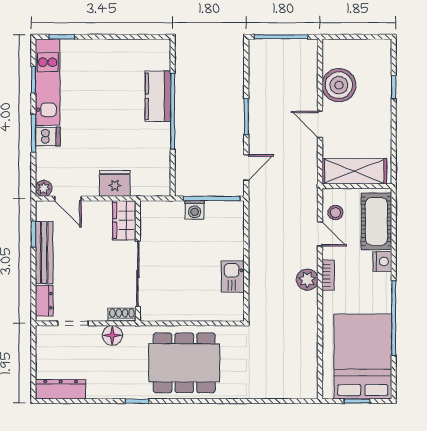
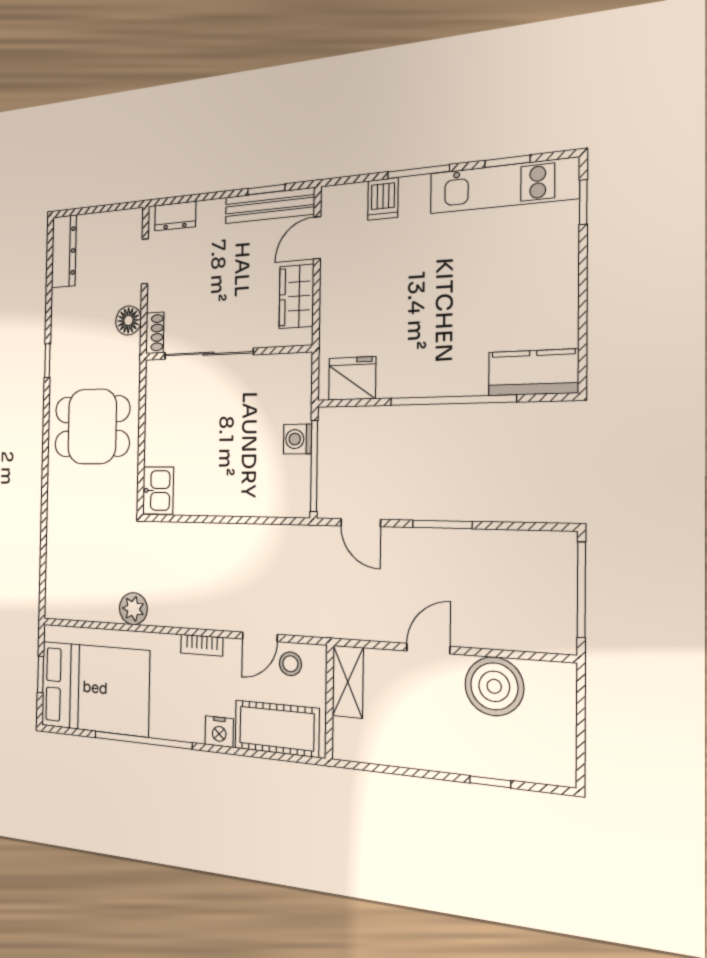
kitchen counter: (158, 96) -> (533, 372), moved
dishwasher: (48, 136) -> (383, 199), moved
shelving: (354, 171) -> (348, 682), width x0.67, depth x0.75
fridge: (115, 183) -> (352, 378), moved, turned -90
plant: (44, 188) -> (333, 198), removed
wardrobe: (124, 220) -> (296, 296), moved, turned -90
bench: (44, 252) -> (269, 206), moved
kitchen sink: (233, 277) -> (158, 490), moved, turned 90
plant: (307, 280) -> (133, 609), moved
dining table: (184, 363) -> (92, 426), width x0.73

